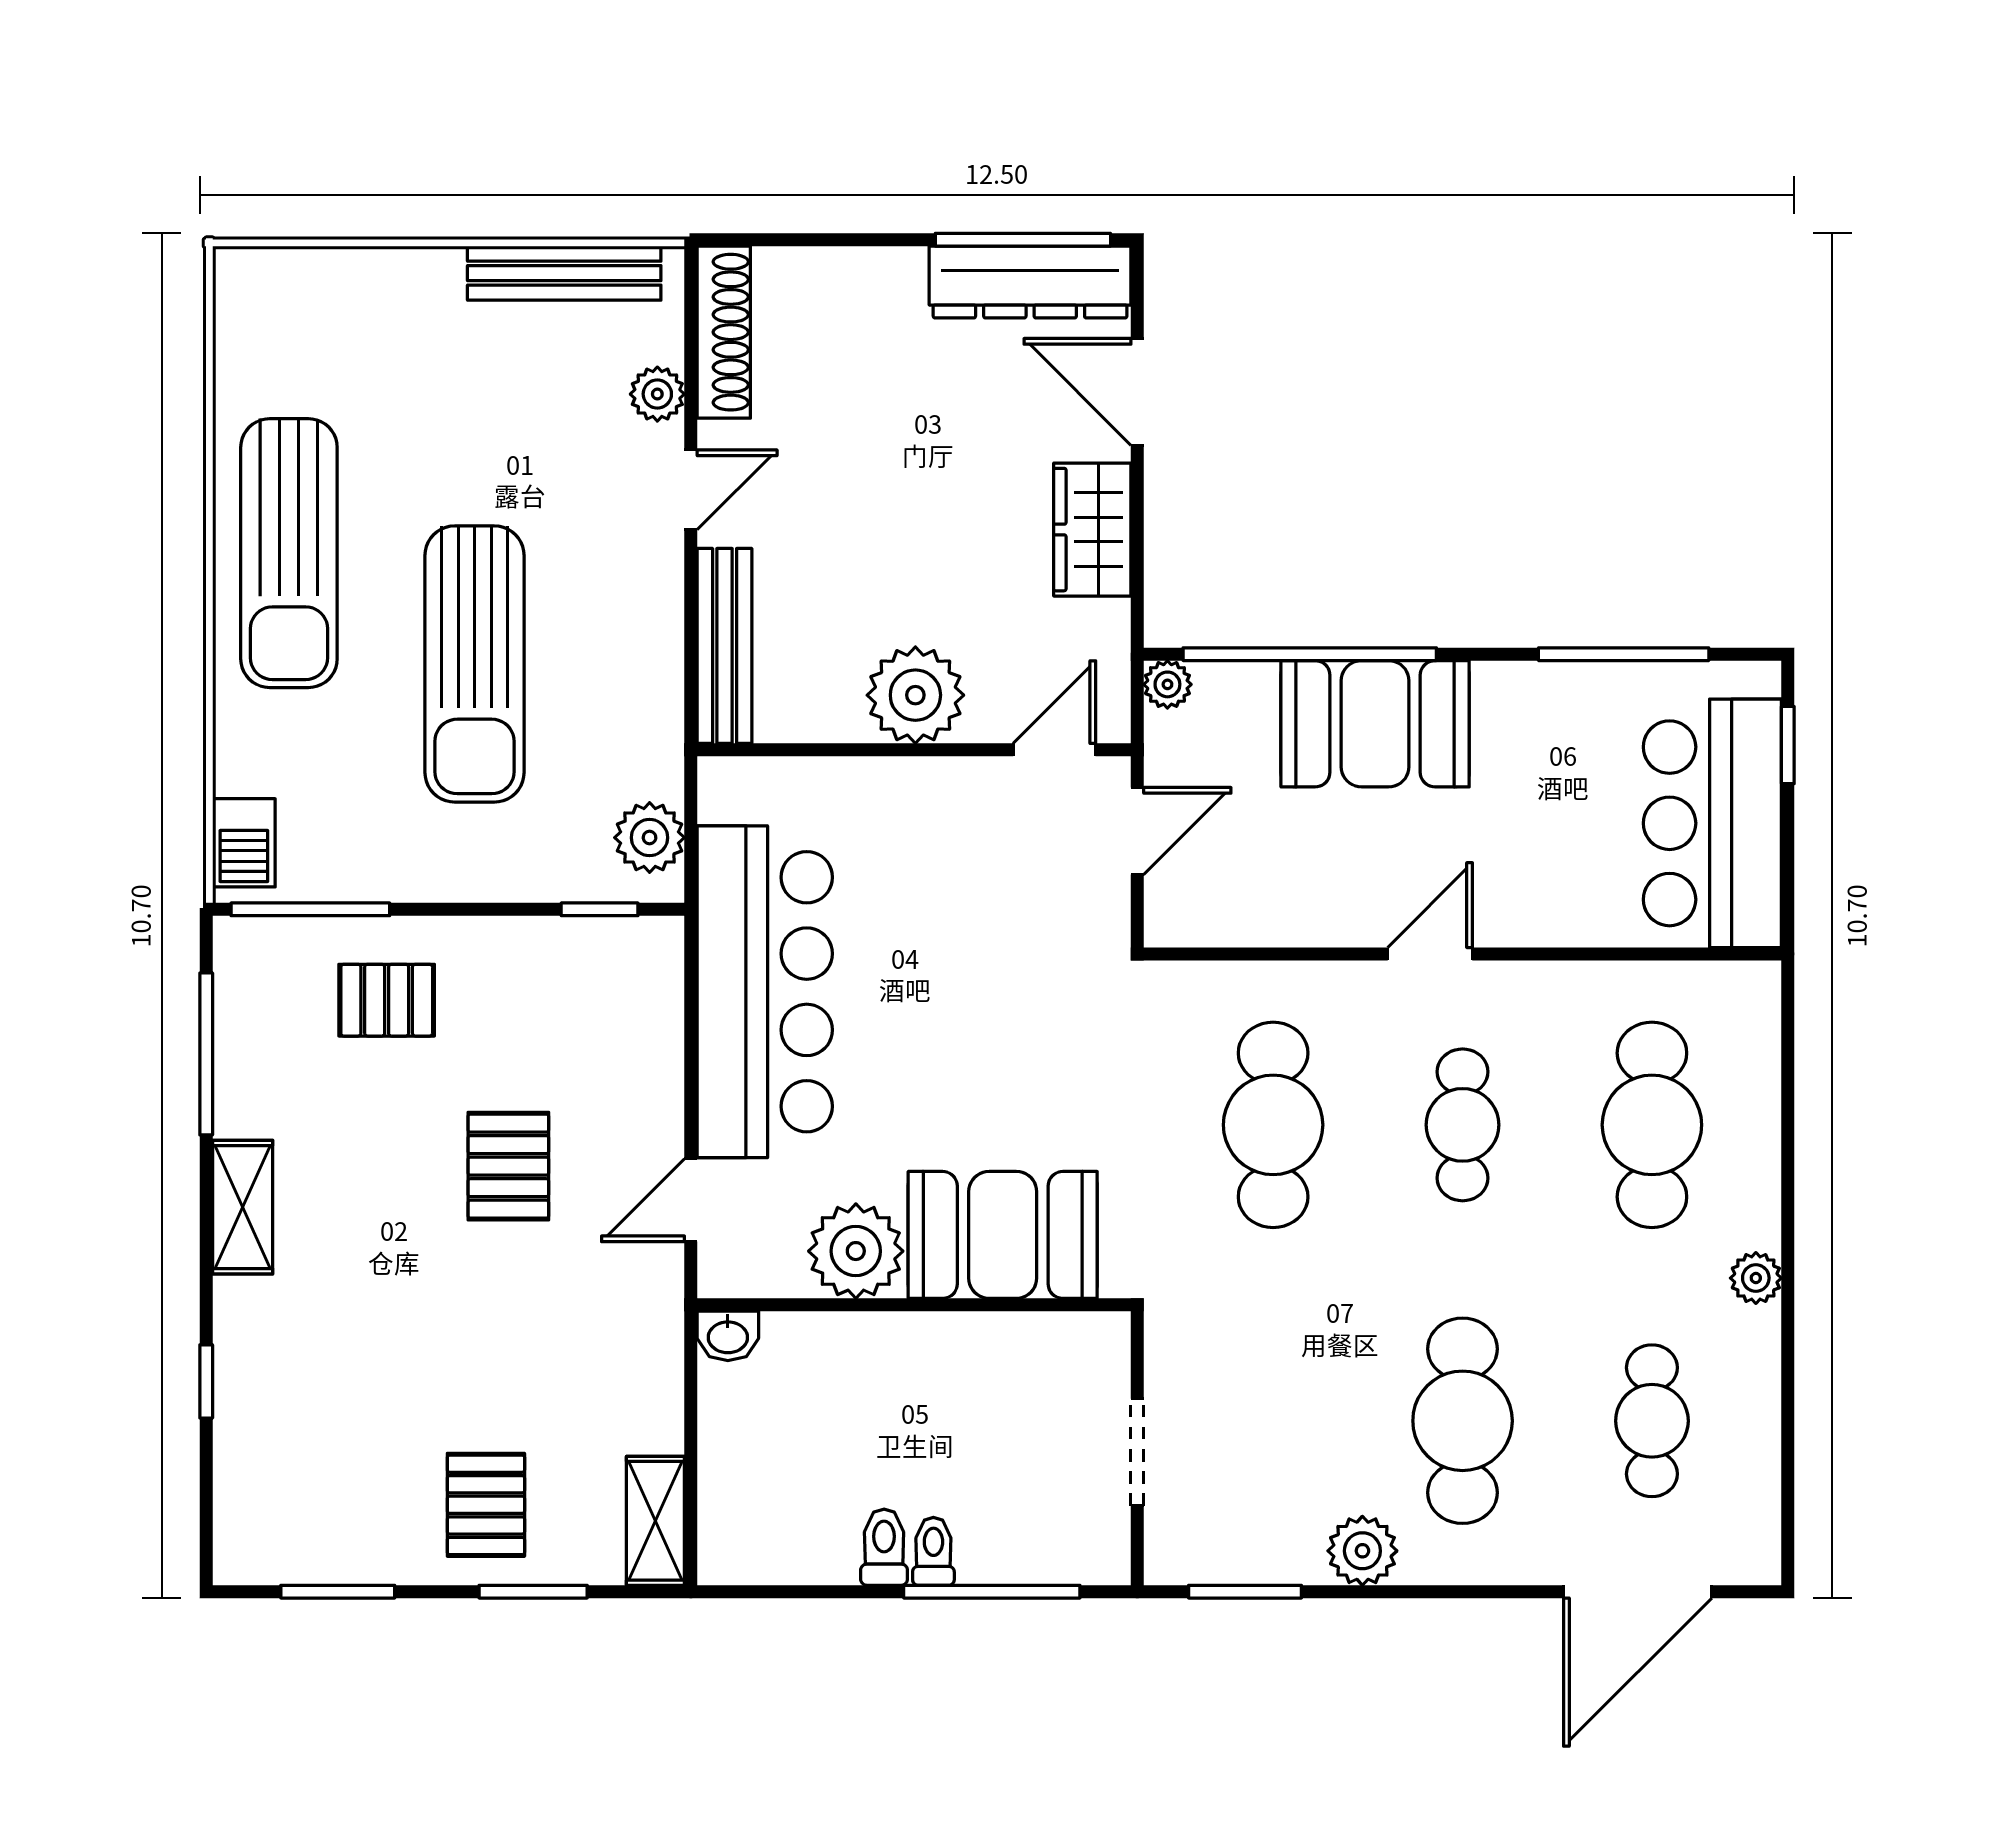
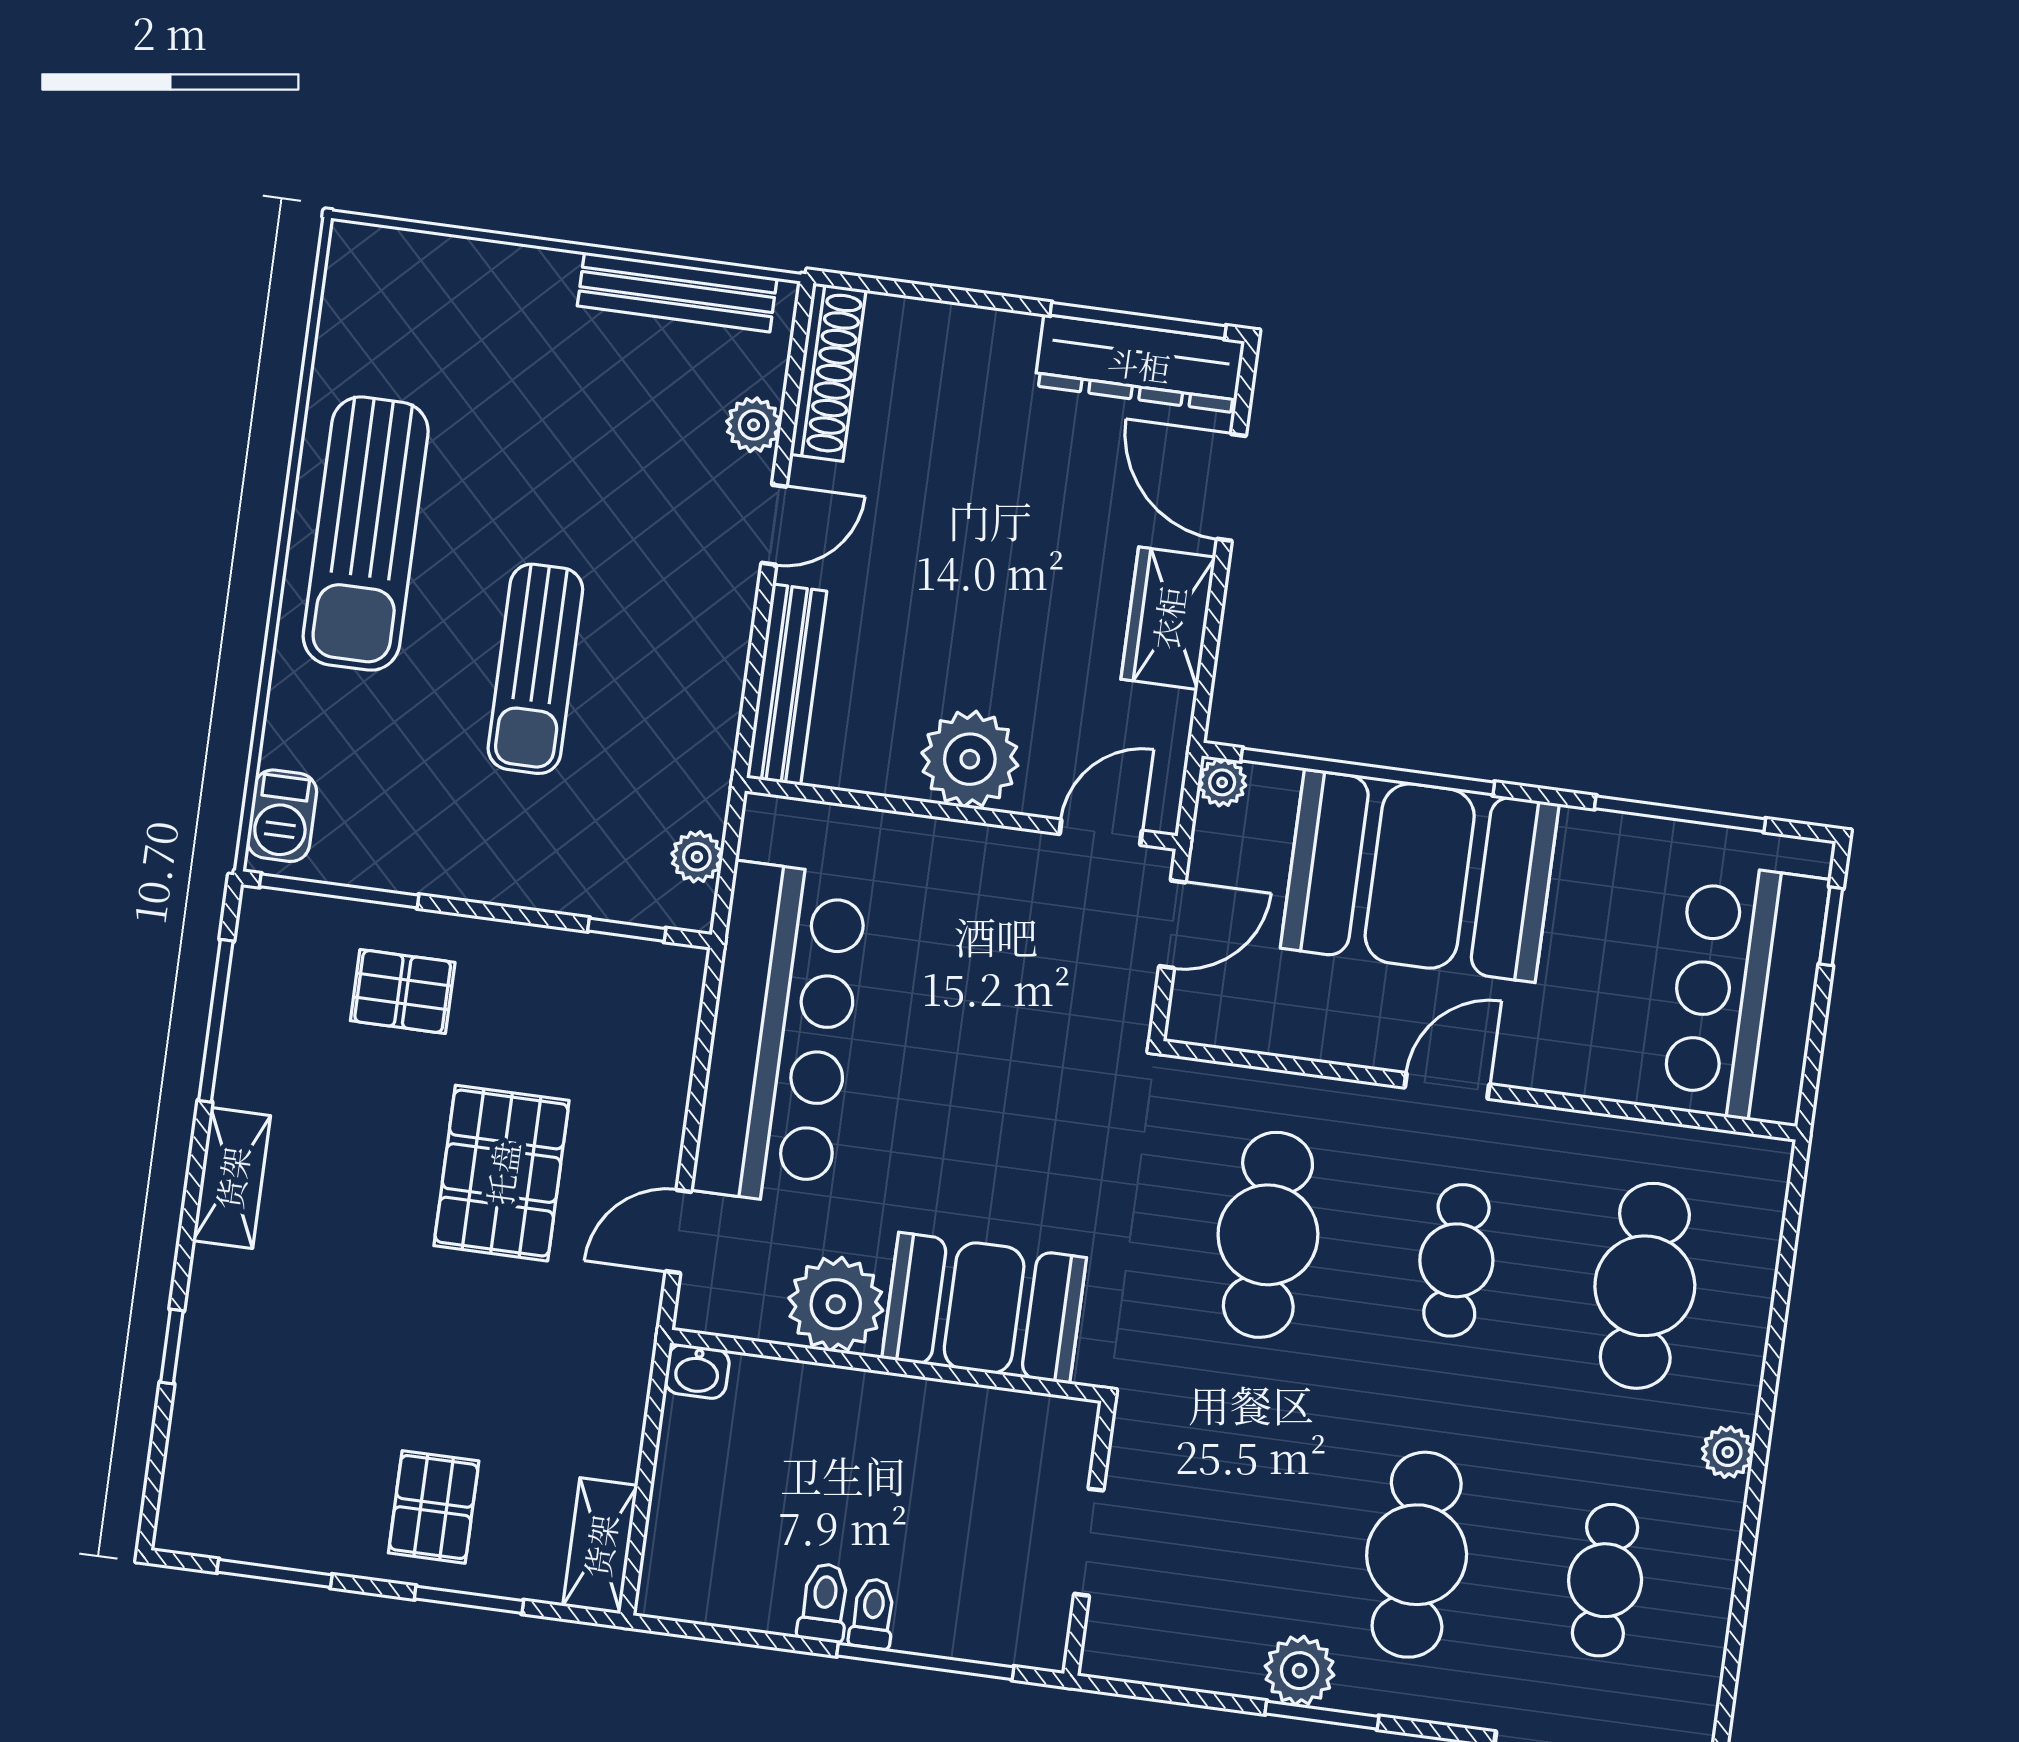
sun lounger: (475, 664) -> (535, 669), width x0.73, depth x0.75
booth: (1375, 724) -> (1420, 876), width x1.36, depth x1.42
plant: (650, 838) -> (697, 857), width x0.73, depth x0.73
pallet: (508, 1166) -> (502, 1173), width x1.50, depth x1.42
window: (1245, 1592) -> (1322, 1715), moved

